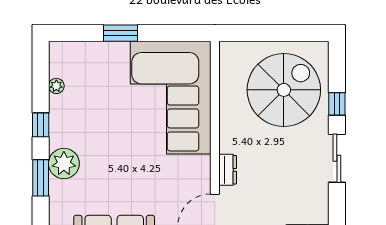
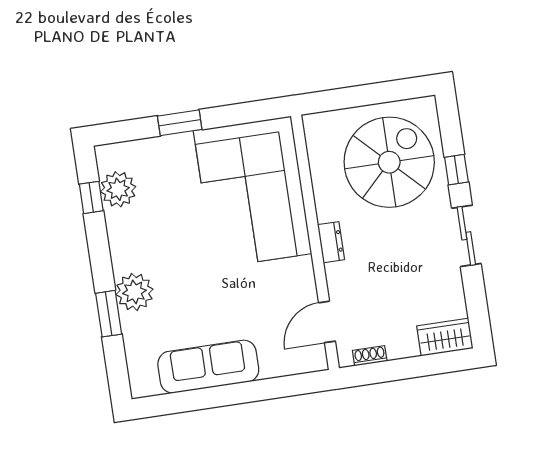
plant: (56, 86) -> (118, 189), width x1.88, depth x1.88
window: (41, 125) -> (91, 197), moved
dresser: (228, 170) -> (331, 242), moved

